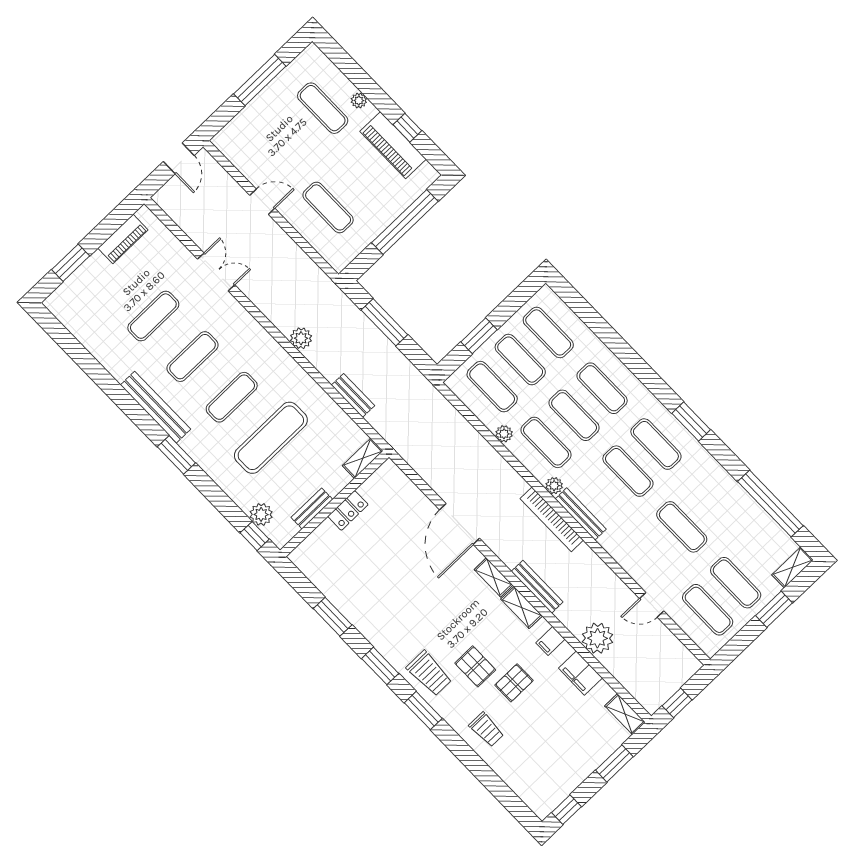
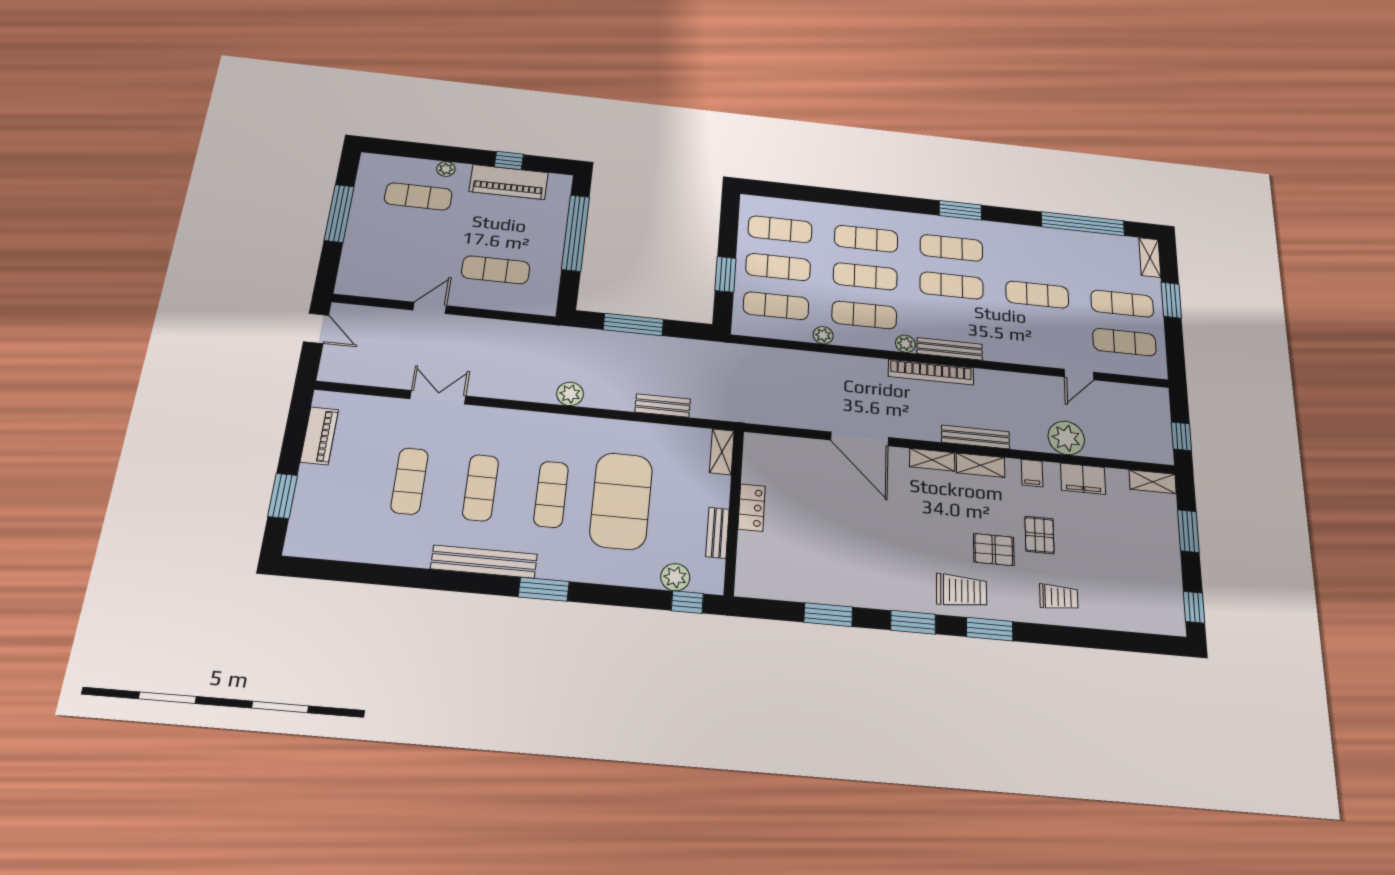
exercise mat: (271, 438) -> (621, 501), width x1.47

